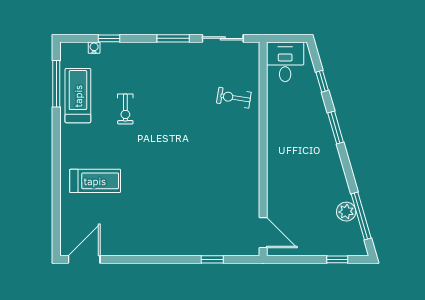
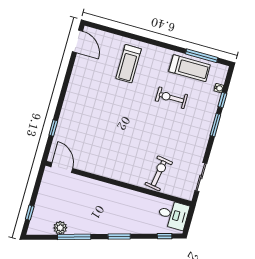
window: (173, 38) -> (215, 125), moved
window: (322, 81) -> (165, 236), moved
exercise bike: (234, 98) -> (159, 173), width x1.38, depth x1.39
exercise bike: (125, 109) -> (171, 98), width x1.38, depth x1.39
window: (361, 216) -> (74, 237), moved
door: (263, 233) -> (62, 168), swing flipped

